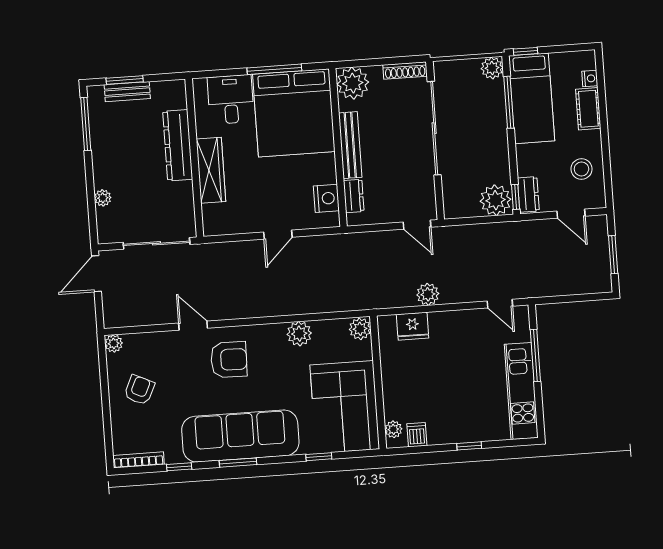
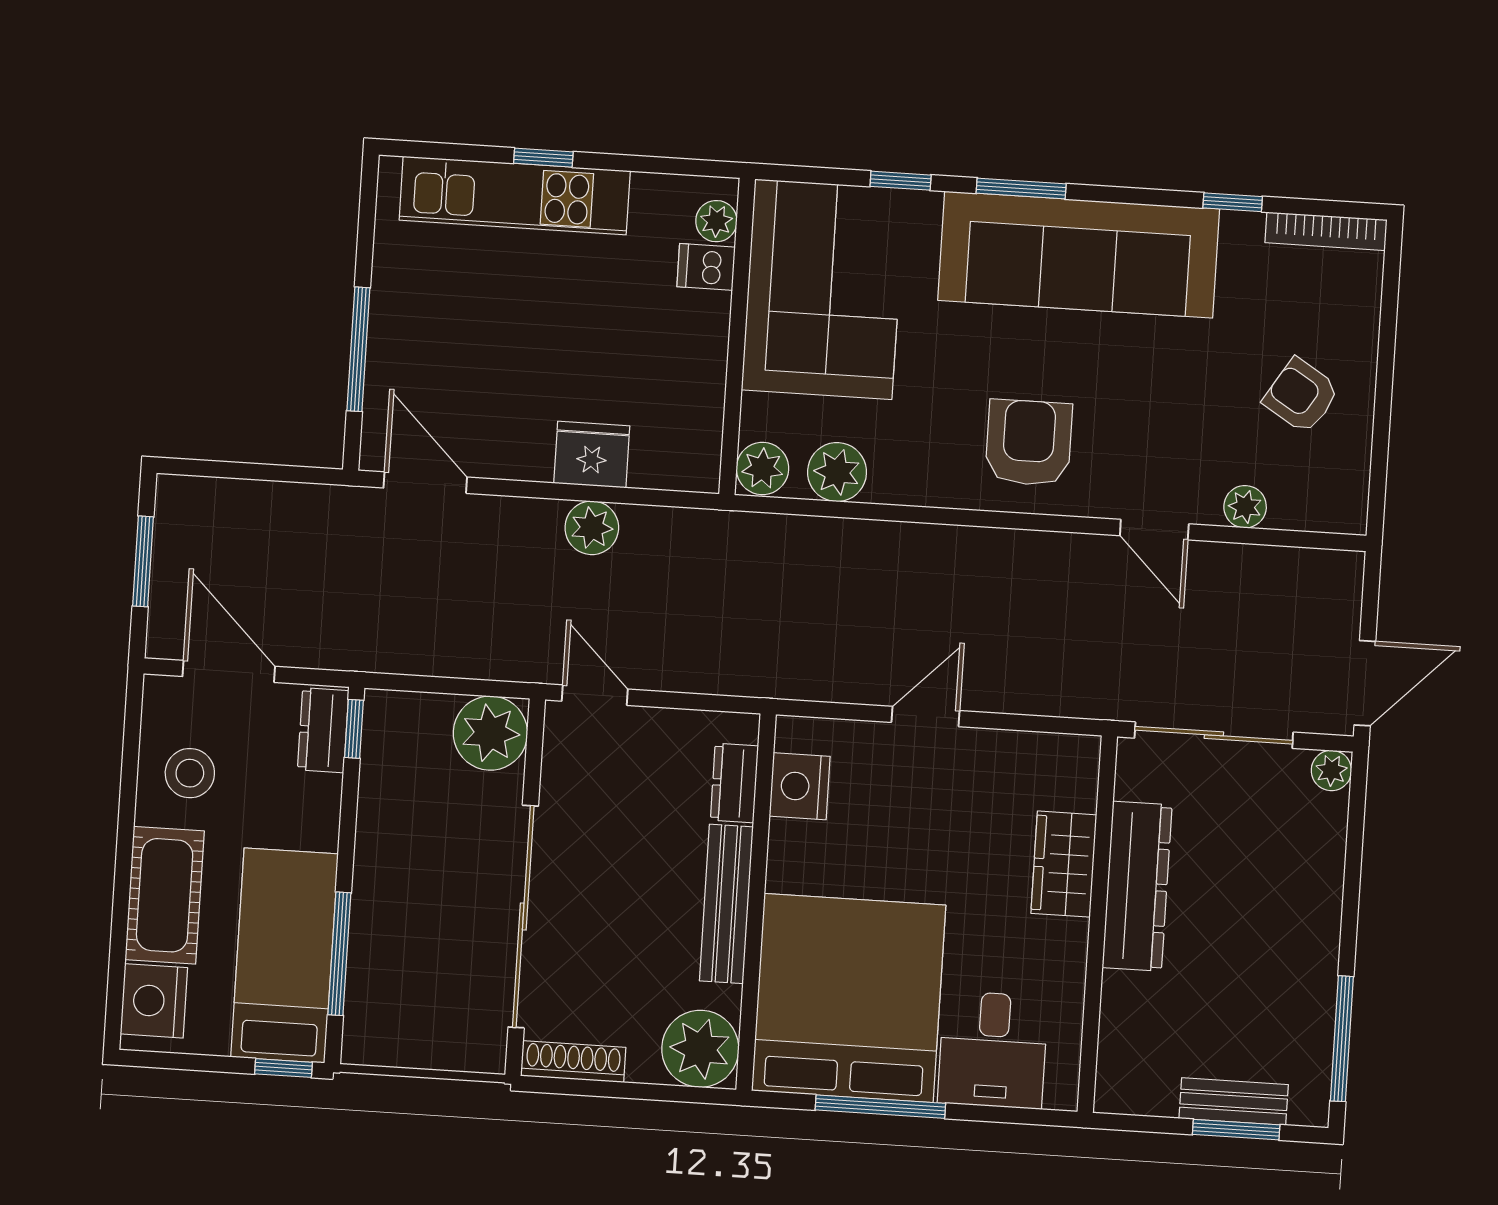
plant: (492, 68) -> (368, 1040), removed
nightstand: (590, 78) -> (154, 1001), width x1.89, depth x1.79
cot: (588, 109) -> (165, 895), width x1.37, depth x1.34
dresser: (178, 145) -> (1137, 886), moved
wardrobe: (211, 170) -> (1064, 864), width x0.67
plant: (103, 198) -> (1331, 771), moved
plant: (495, 200) -> (490, 733), moved
door: (571, 214) -> (229, 671), width x1.37
door: (500, 304) -> (425, 483), width x1.38
fridge: (413, 326) -> (592, 455), moved
plant: (299, 334) -> (837, 472), moved
plant: (114, 343) -> (1245, 507), moved
armchair: (229, 360) -> (1029, 443), moved, turned 89
armchair: (139, 390) -> (1301, 396), turned 97
kitchen unit: (521, 391) -> (515, 195), moved, turned 90
dishwasher: (417, 435) -> (706, 267), moved, turned 90
window: (238, 463) -> (1021, 188), moved

